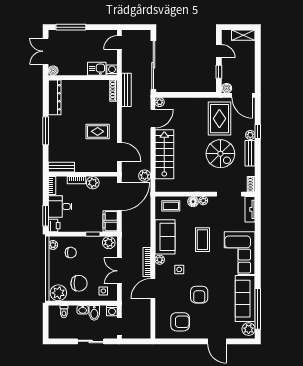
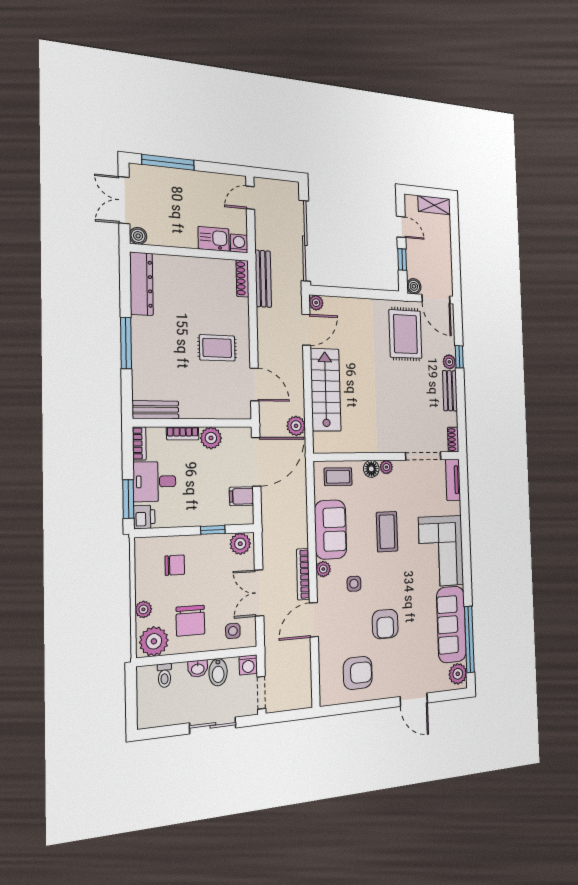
spiral stairs: (220, 154) -> (409, 391), removed
filing cabinet: (110, 221) -> (241, 496), width x0.50
plant: (53, 245) -> (143, 609), moved
chair: (79, 283) -> (190, 621), turned 90

